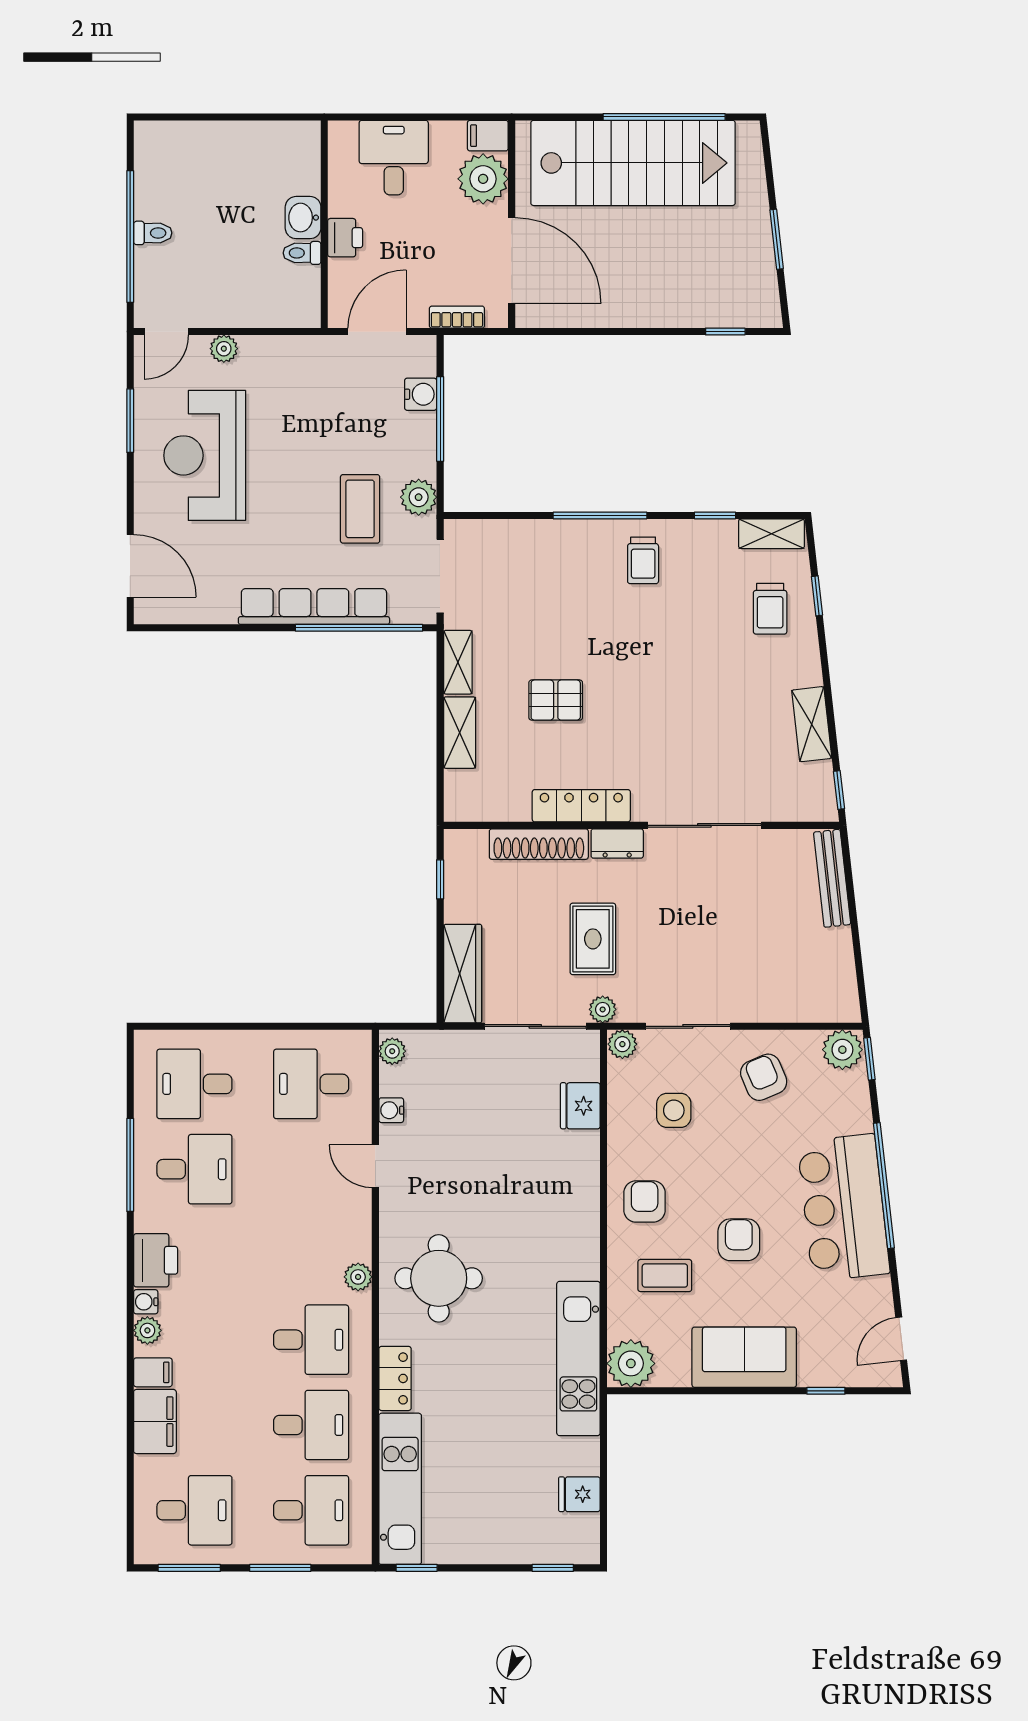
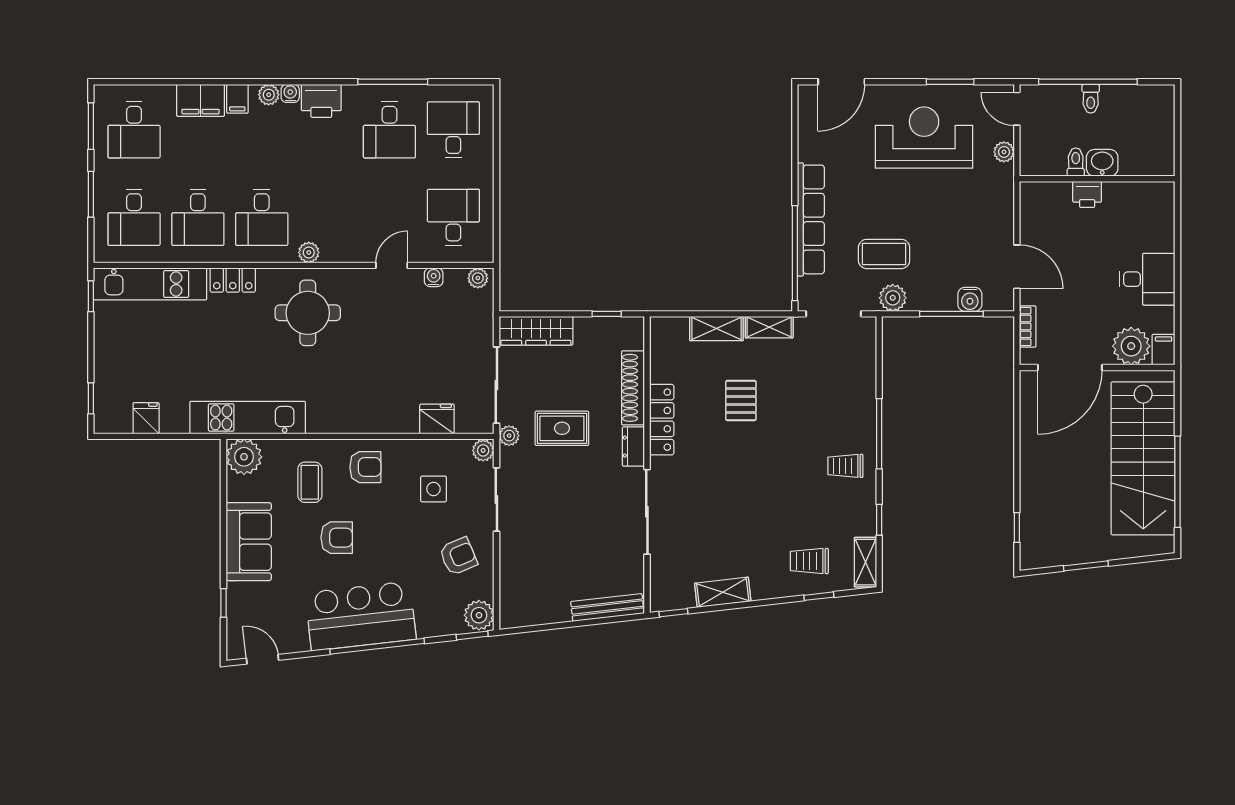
washbasin: (303, 218) -> (1102, 163), moved
wall: (324, 224) -> (1097, 179), moved
printer: (345, 238) -> (1087, 194), moved
toilet: (302, 253) -> (1076, 162), moved

